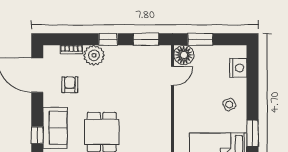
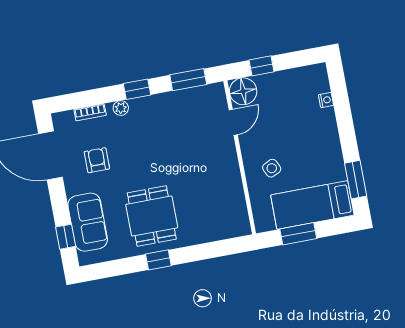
window: (200, 39) -> (262, 66), width x0.67
plant: (94, 55) -> (121, 108), width x0.53, depth x0.53
nightstand: (238, 68) -> (326, 100), width x0.53, depth x0.56
side table: (229, 104) -> (272, 168), moved

